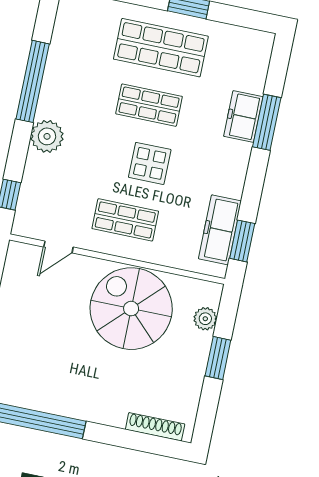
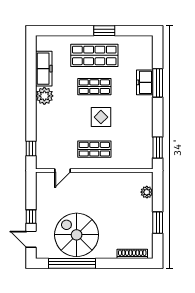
window: (33, 81) -> (31, 87), removed
plant: (47, 136) -> (44, 96), moved
freezer: (220, 230) -> (44, 69), moved, turned 180
spiral stairs: (131, 309) -> (77, 235), moved
window: (218, 358) -> (158, 223), moved

